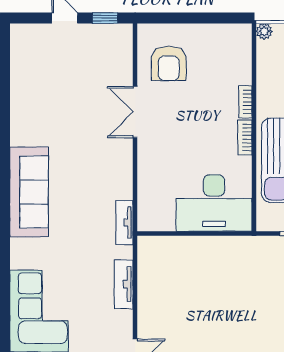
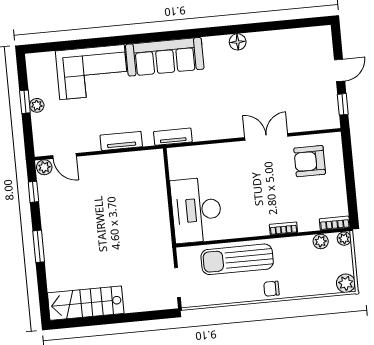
plant: (265, 59) -> (321, 241), added
floor lamp: (20, 135) -> (238, 42), added
bookcase: (245, 137) -> (335, 223), moved
sofa: (29, 192) -> (165, 57), moved

